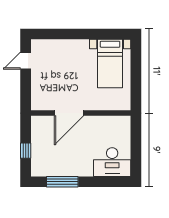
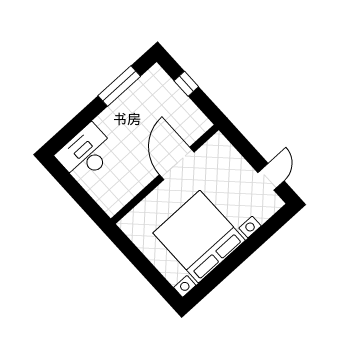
bed with nightstands: (110, 63) -> (199, 237), width x1.85

